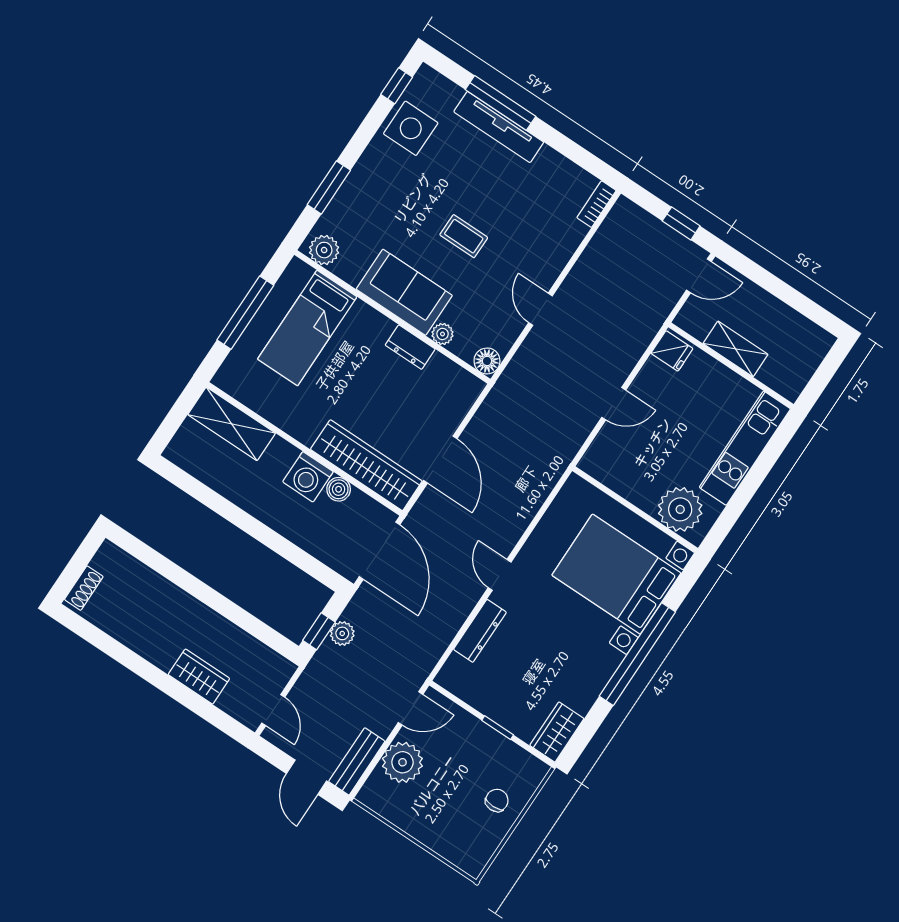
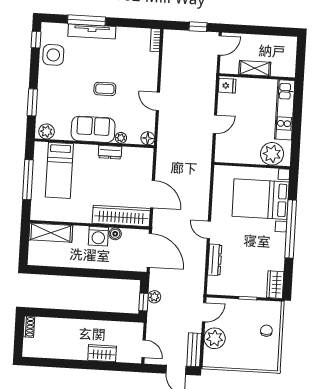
shoe rack: (84, 588) -> (29, 327), moved

